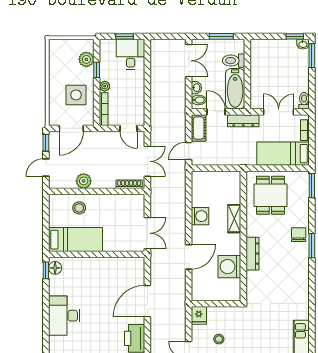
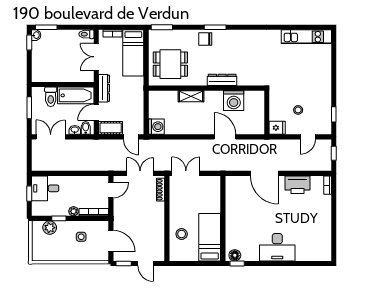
side table: (76, 95) -> (81, 237), width x0.54, depth x0.54
plant: (84, 181) -> (158, 230), removed
washing machine: (200, 216) -> (156, 127), moved, turned 90
double door: (147, 233) -> (186, 173), moved

